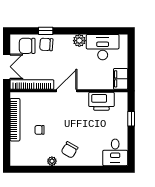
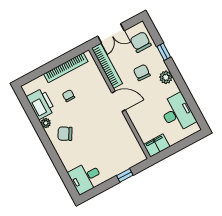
plant: (79, 41) -> (166, 77), moved
chair: (46, 44) -> (142, 73), moved
printer: (101, 101) -> (41, 104), moved, turned 180

